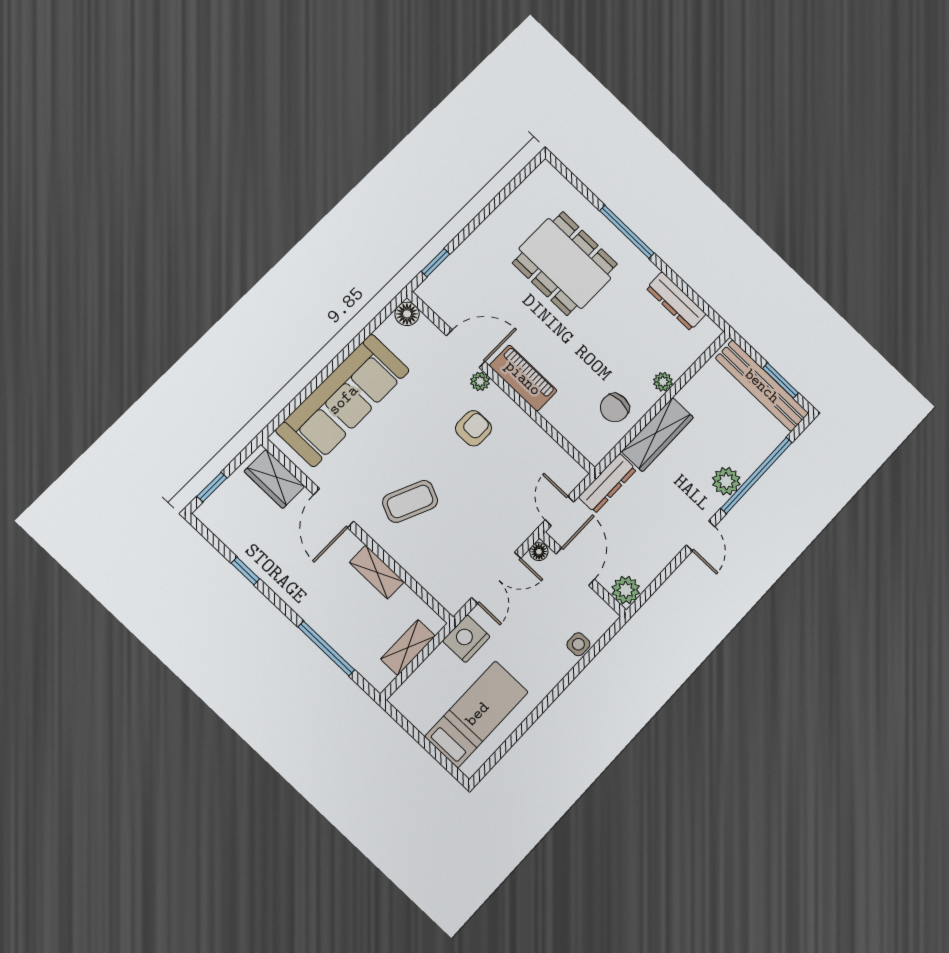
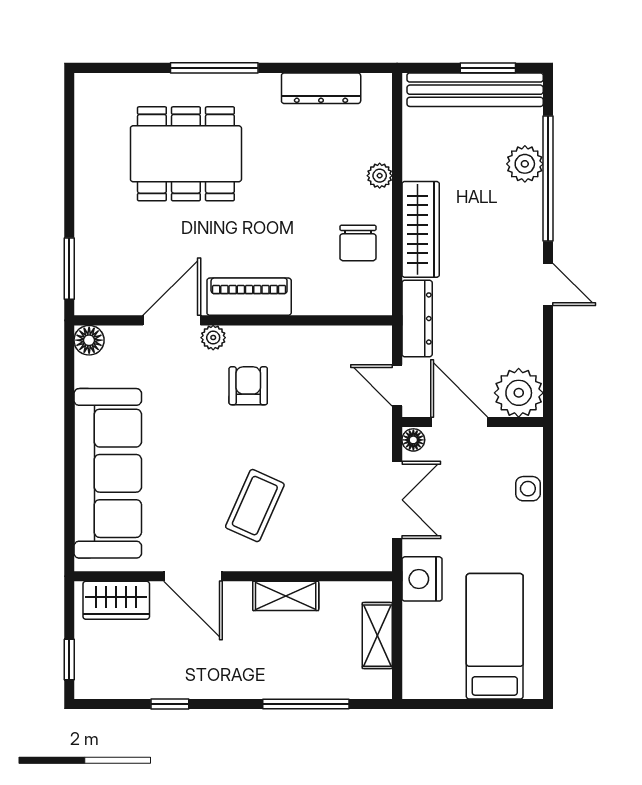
window: (436, 263) -> (69, 269), width x1.50
plant: (726, 481) -> (525, 164), moved
plant: (626, 590) -> (519, 393), width x1.36, depth x1.36

